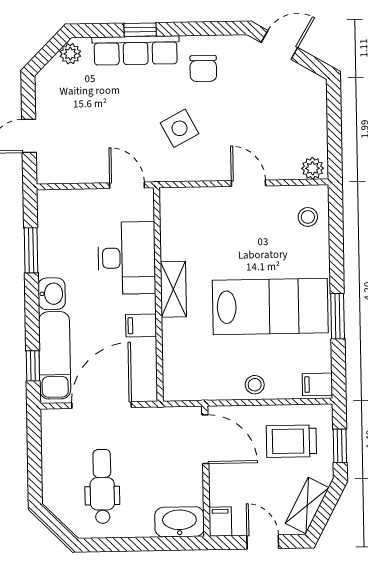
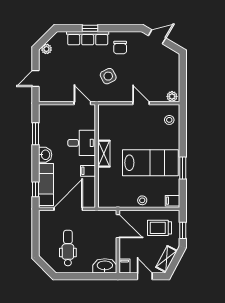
plant: (70, 54) -> (46, 49), moved
desk: (127, 258) -> (82, 143), width x0.73

